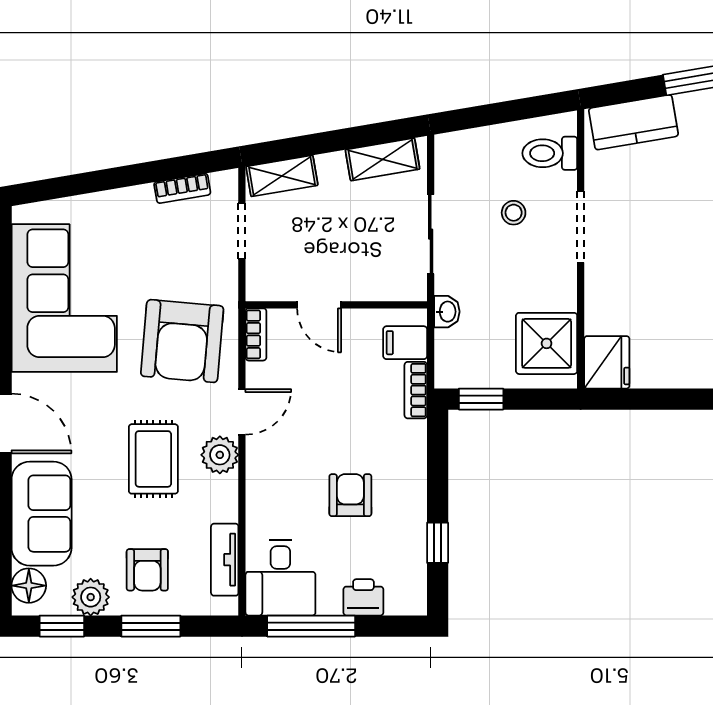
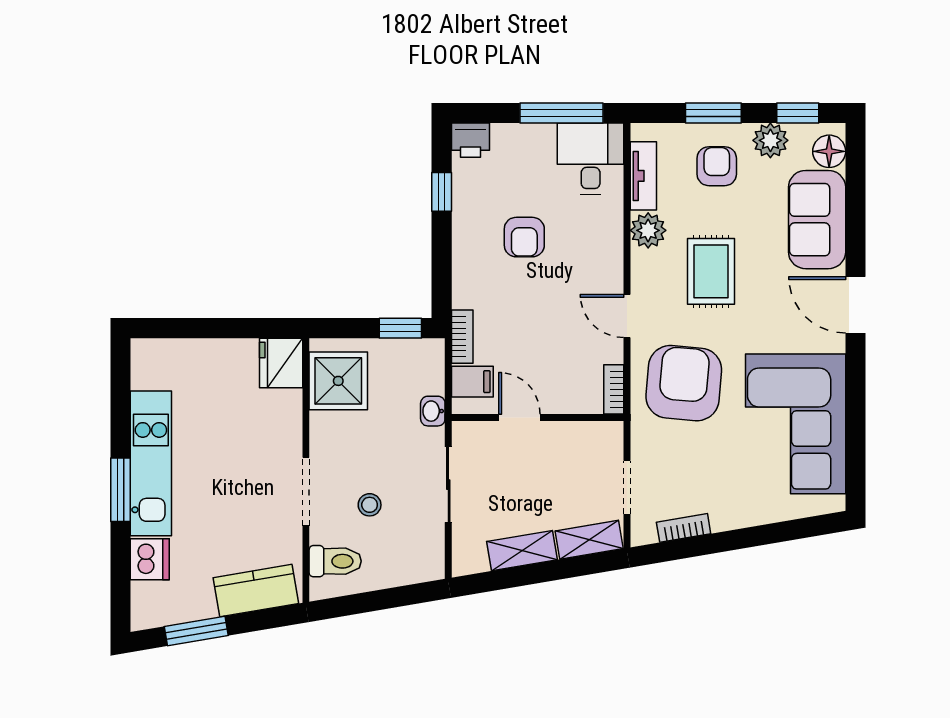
shelving: (383, 159) -> (522, 551), moved
door: (319, 305) -> (519, 418), moved
door: (242, 412) -> (627, 316), hinge flipped
plant: (220, 455) -> (648, 230), moved
printer: (363, 597) -> (471, 140), moved

